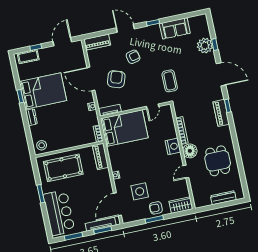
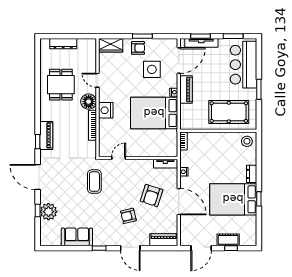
cot: (28, 57) -> (228, 240), moved
bed: (124, 128) -> (154, 113), moved
piano: (101, 156) -> (186, 90), moved
door: (186, 172) -> (97, 80), swing flipped

